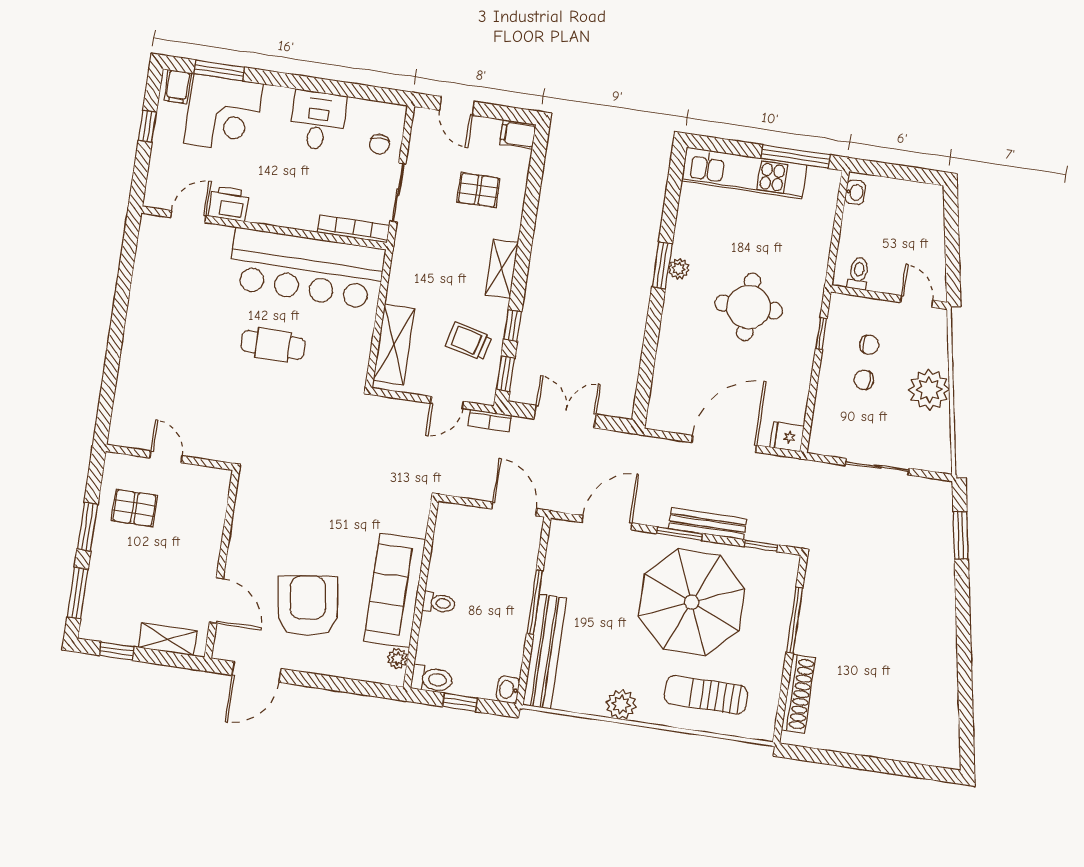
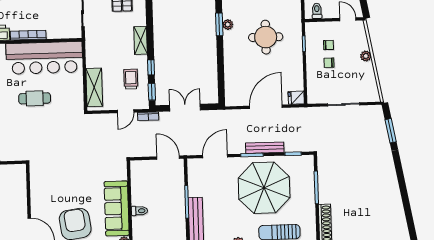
bookcase: (354, 229) -> (28, 35), moved
trolley: (469, 341) -> (131, 79), turned 76
plant: (929, 390) -> (366, 56), width x0.53, depth x0.53

